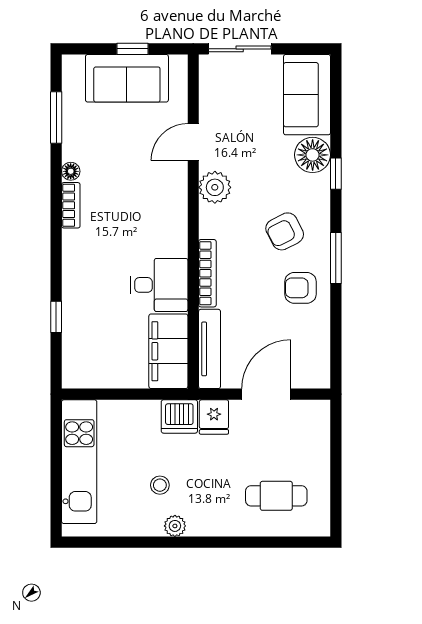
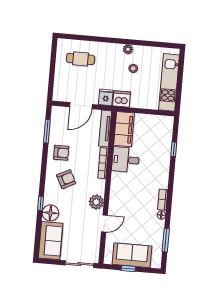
window: (336, 258) -> (47, 131), moved

